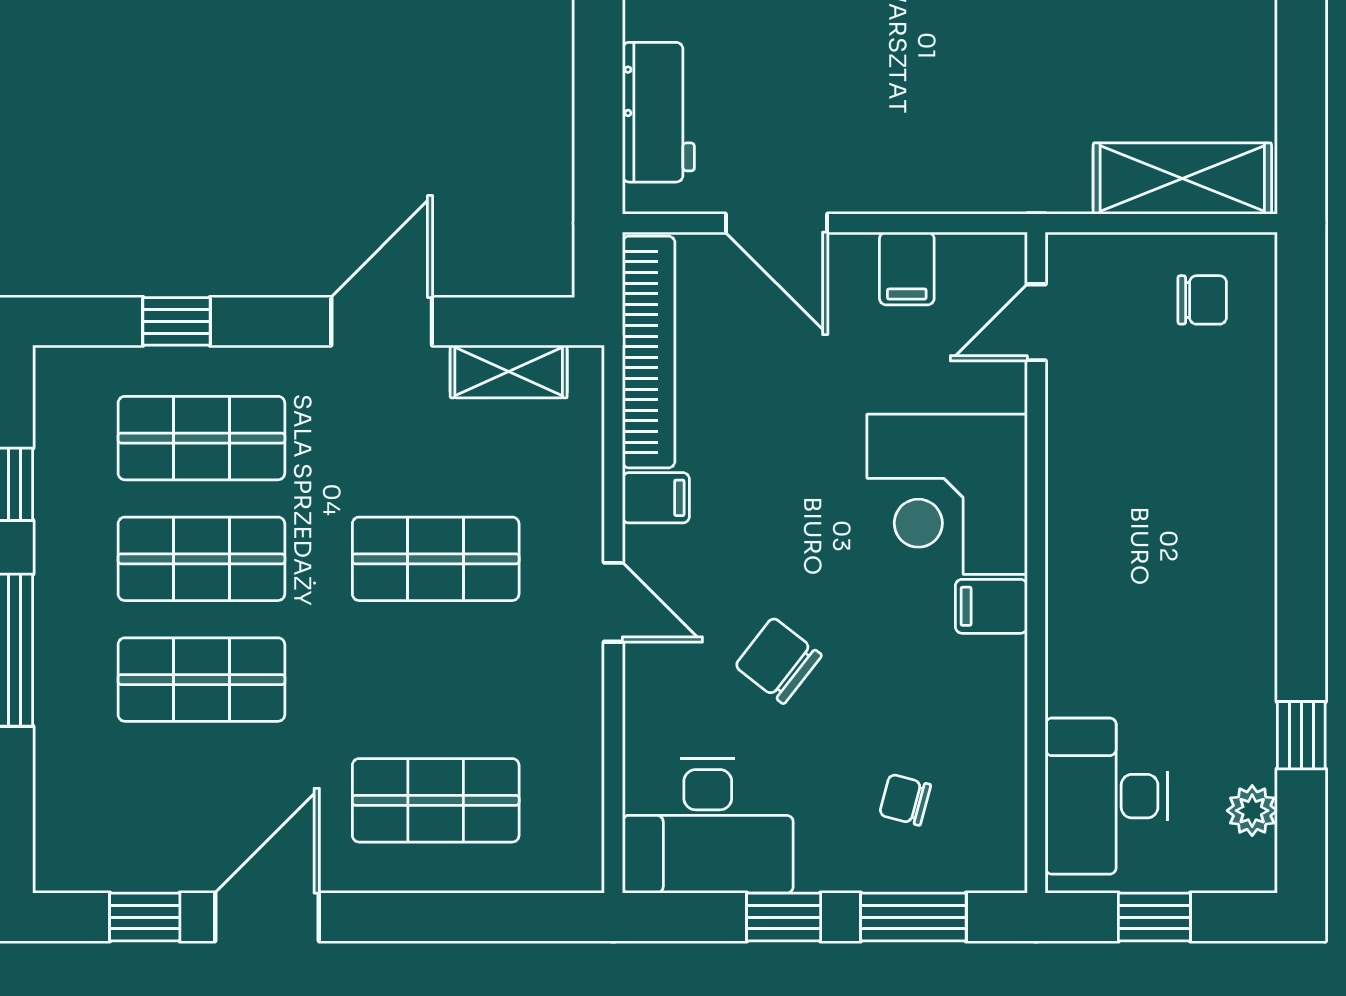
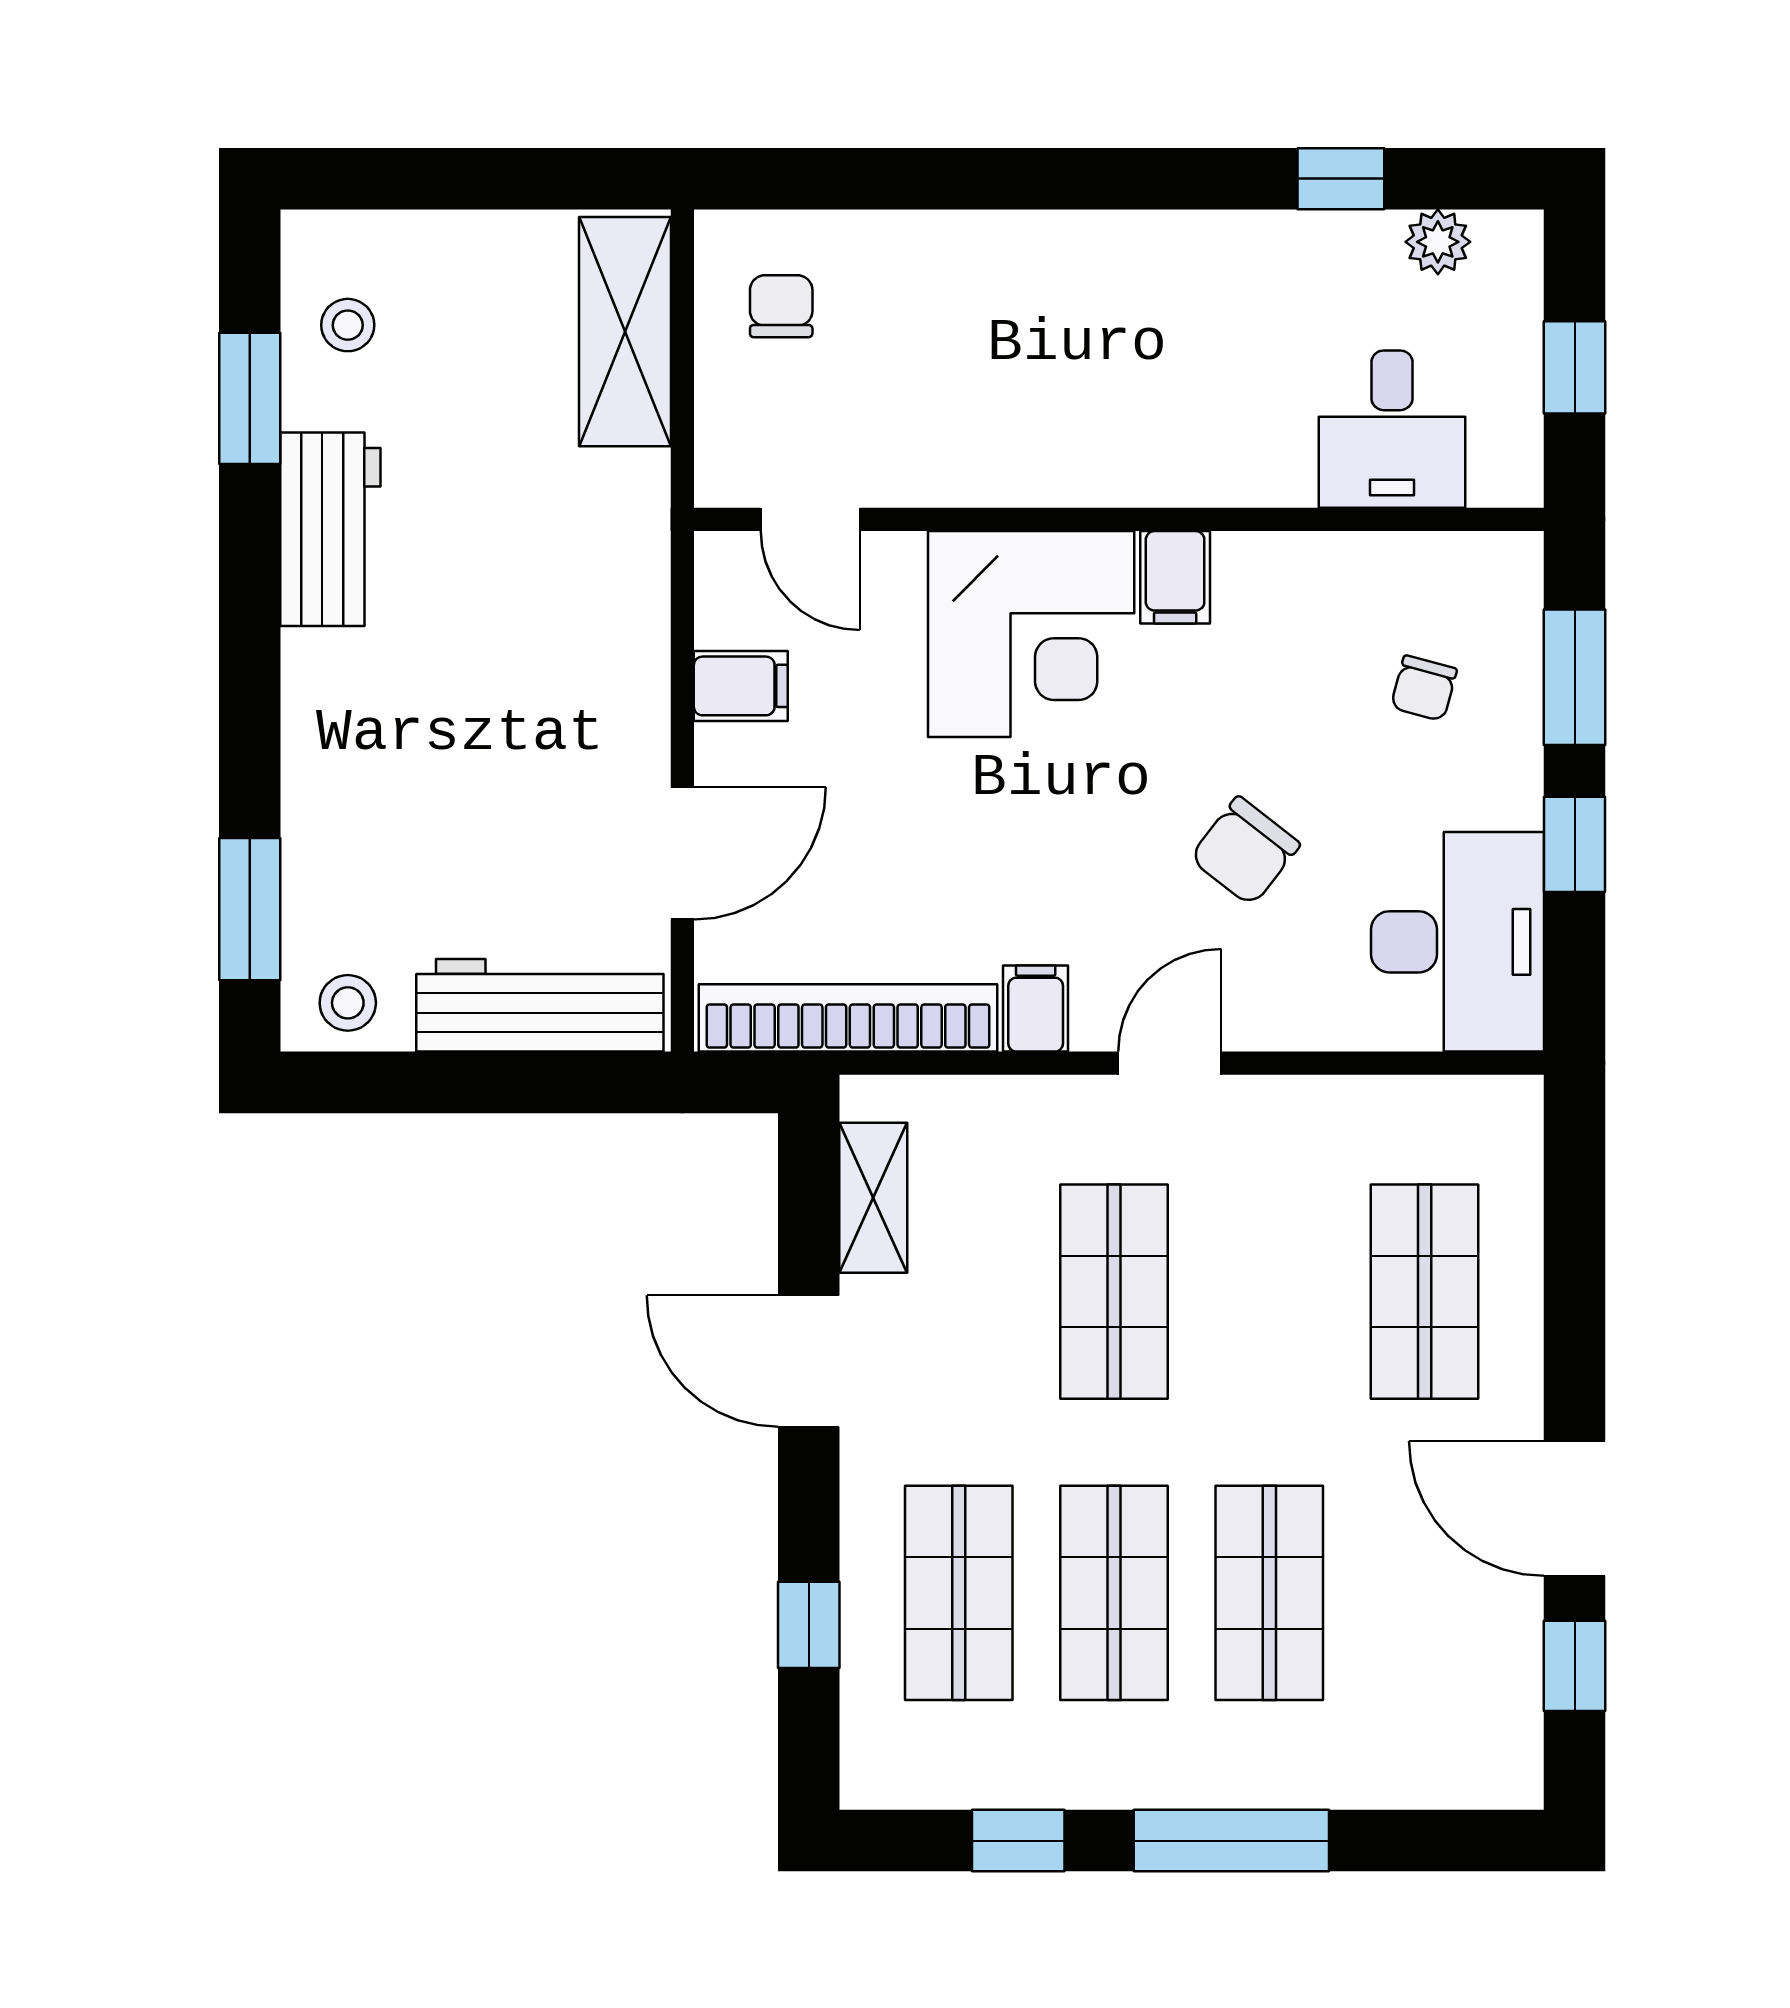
workbench: (658, 112) -> (540, 1005), width x1.38
desk: (1106, 796) -> (1392, 429), width x0.73

